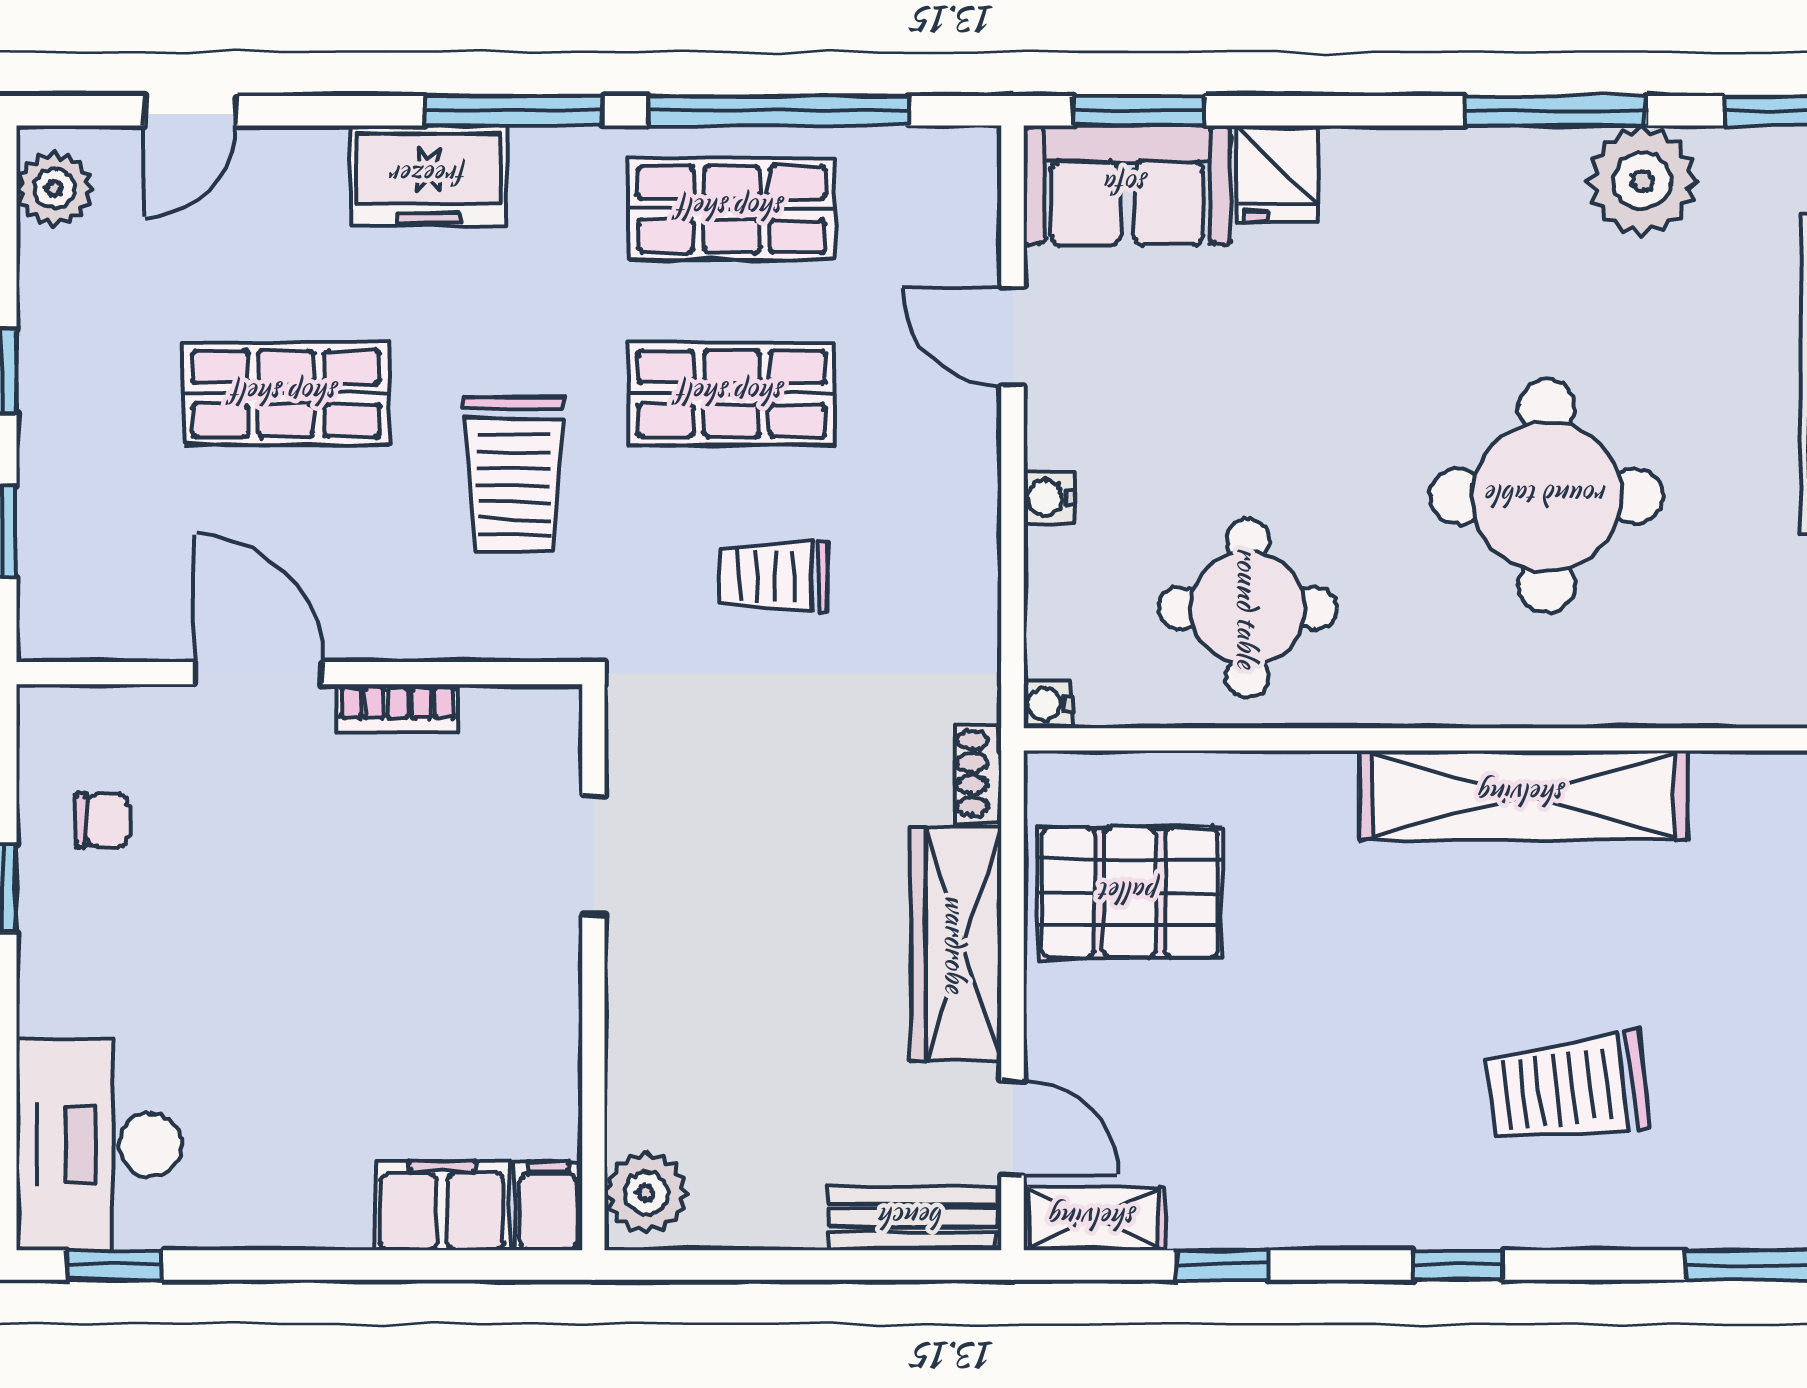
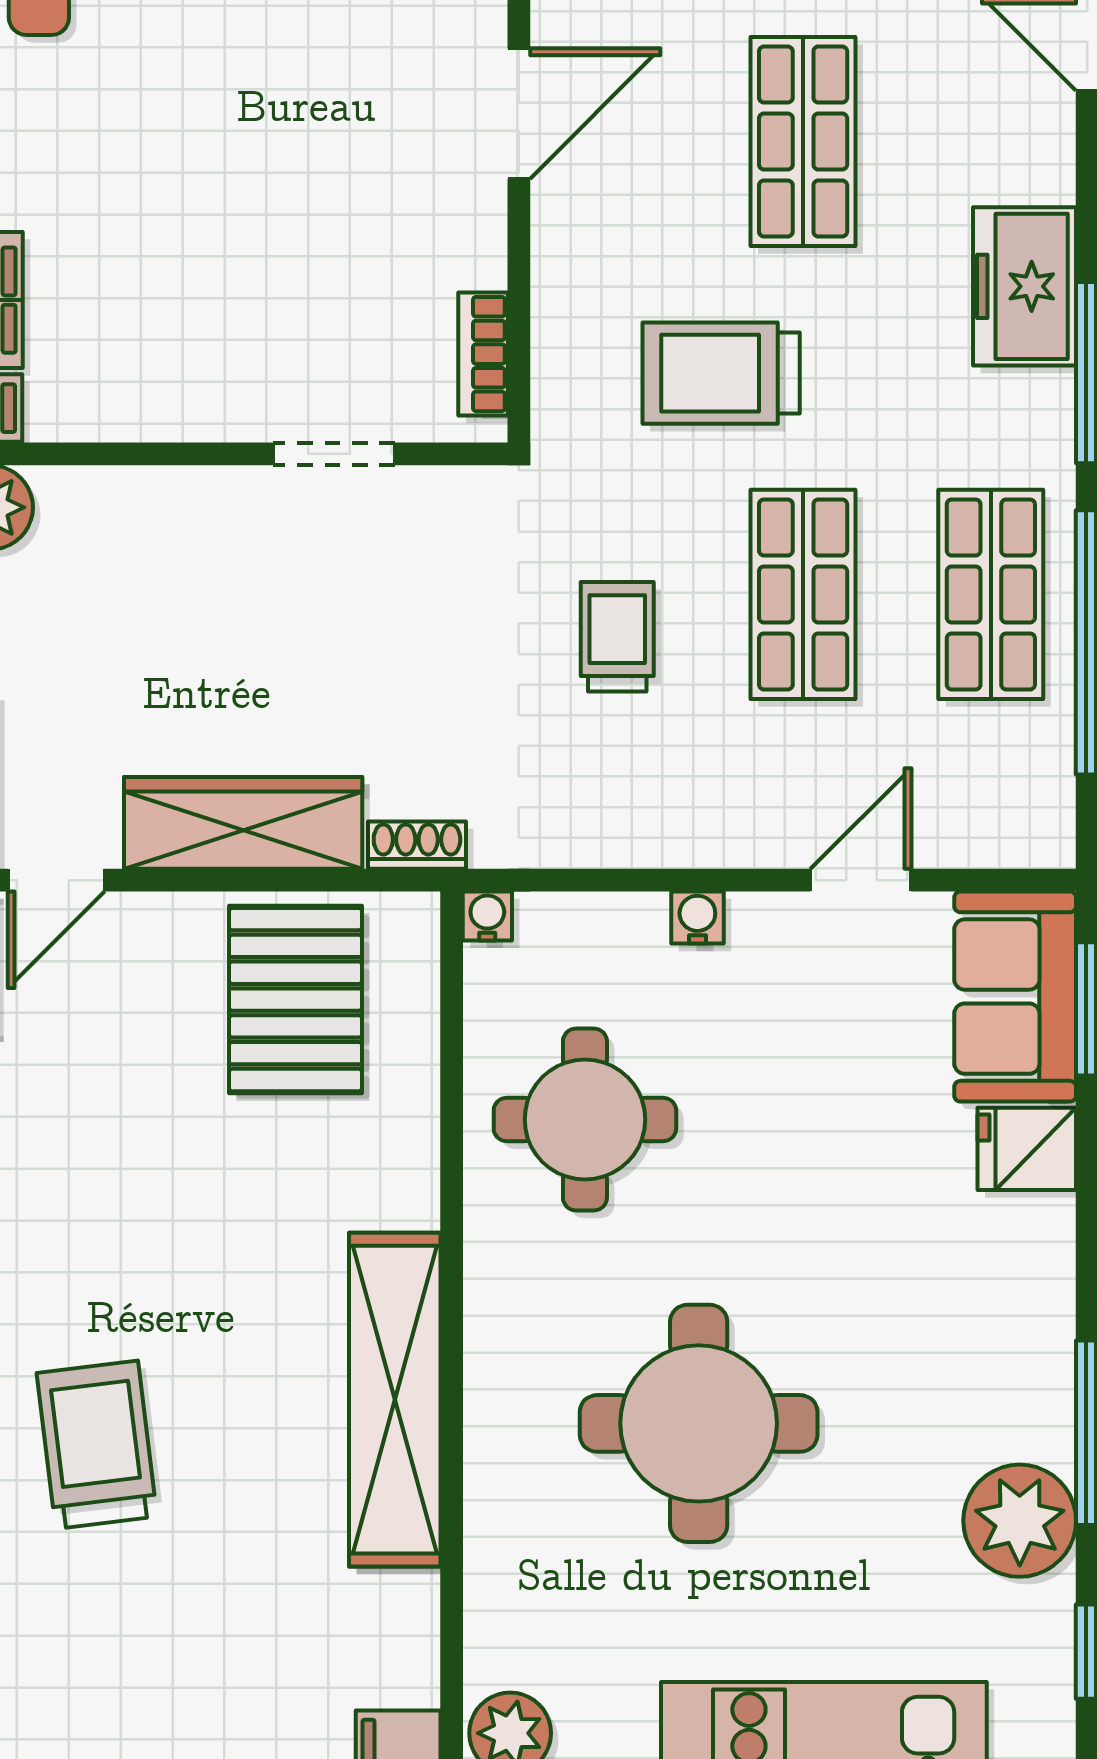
bookcase: (398, 708) -> (483, 354), moved

